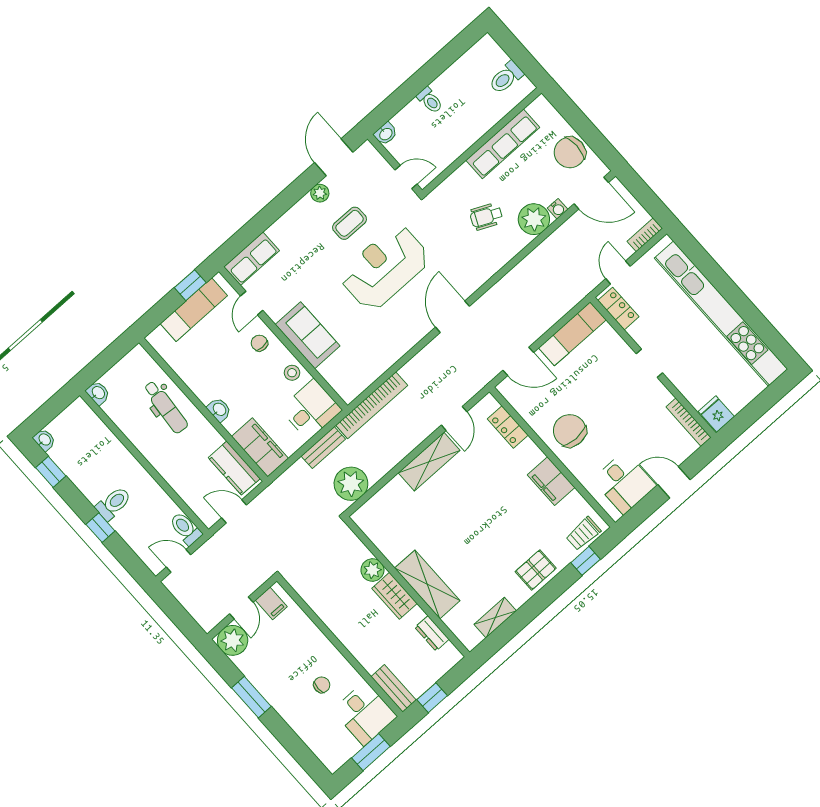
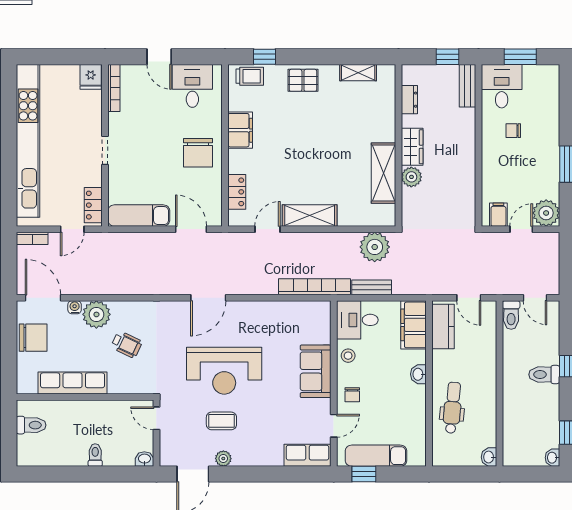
shelving: (427, 584) -> (384, 173), moved

